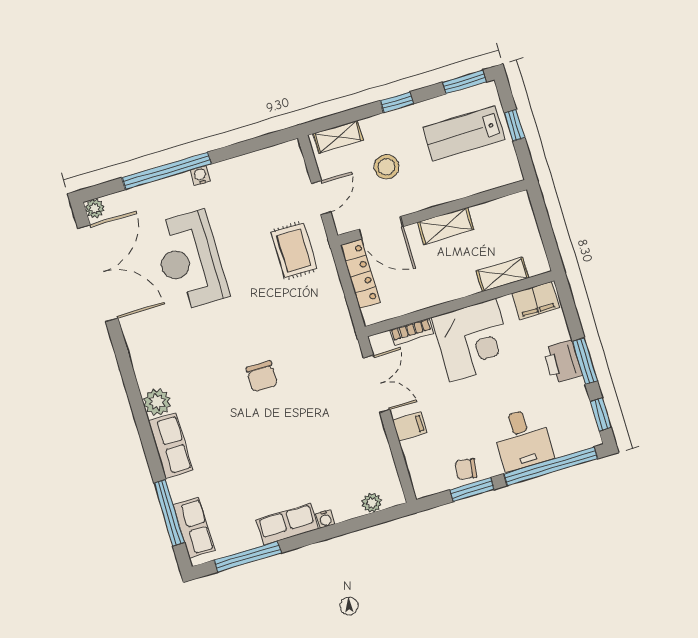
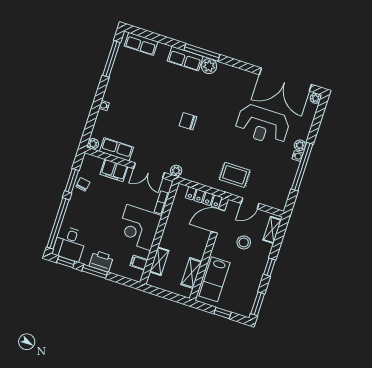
lab bench: (464, 133) -> (214, 279), moved, turned 180
window: (167, 171) -> (302, 167), moved
plant: (182, 183) -> (300, 145), added
door: (321, 198) -> (250, 203), hinge flipped
shelving: (446, 226) -> (191, 273), moved
reception desk: (190, 261) -> (263, 125), turned 180
filing cabinet: (536, 301) -> (139, 263), width x0.50
plant: (349, 343) -> (176, 171), added
filing cabinet: (410, 426) -> (114, 170), width x2.00
desk: (523, 439) -> (70, 244), moved, turned -90
plant: (372, 503) -> (93, 144), moved
window: (169, 513) -> (202, 52), moved
row of seats: (287, 524) -> (116, 149), moved, turned -90

